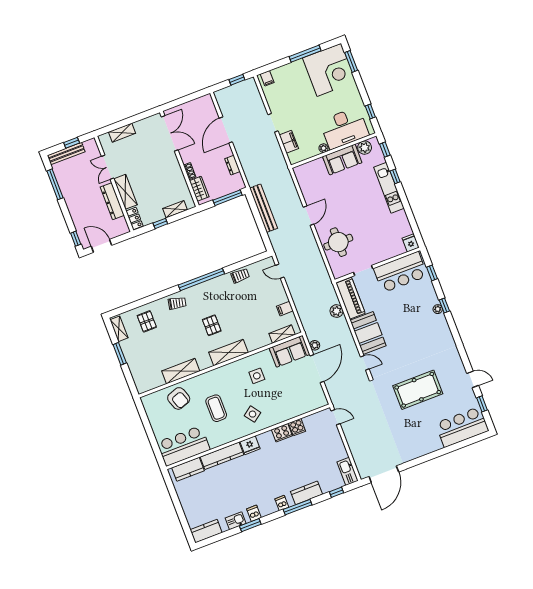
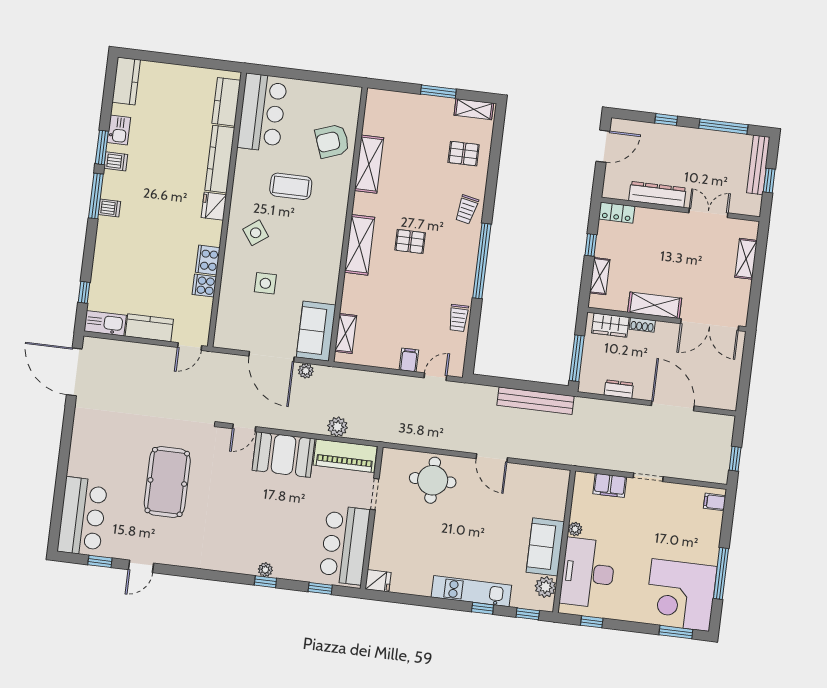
shelving: (125, 192) -> (655, 305), moved
window: (76, 239) -> (666, 120), moved
filing cabinet: (285, 309) -> (409, 360), moved
side table: (257, 376) -> (265, 283), moved
kitchen counter: (306, 493) -> (149, 328), moved, turned -90
window: (298, 507) -> (96, 196), moved

